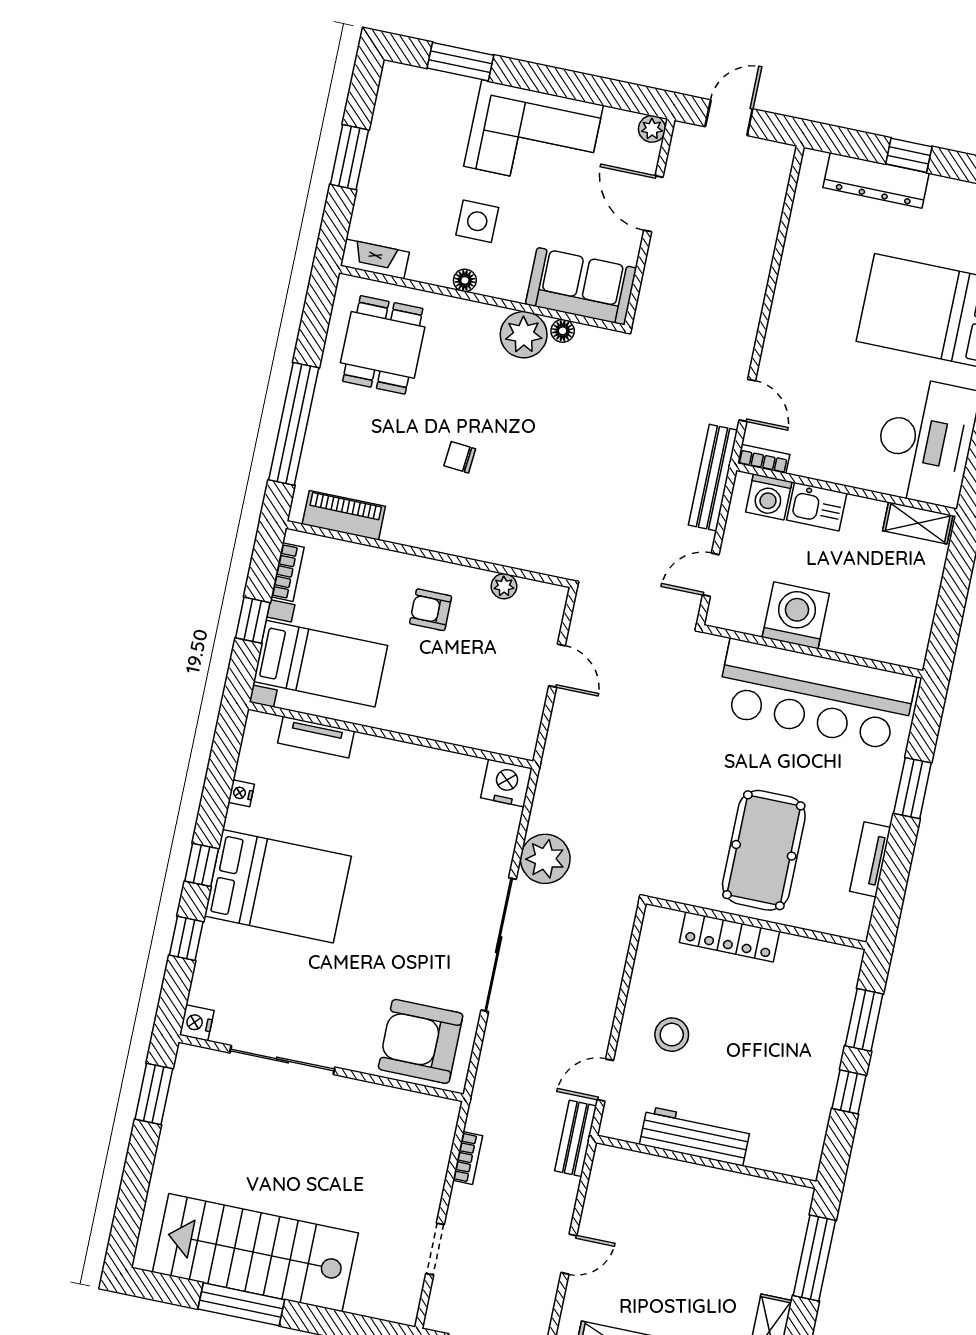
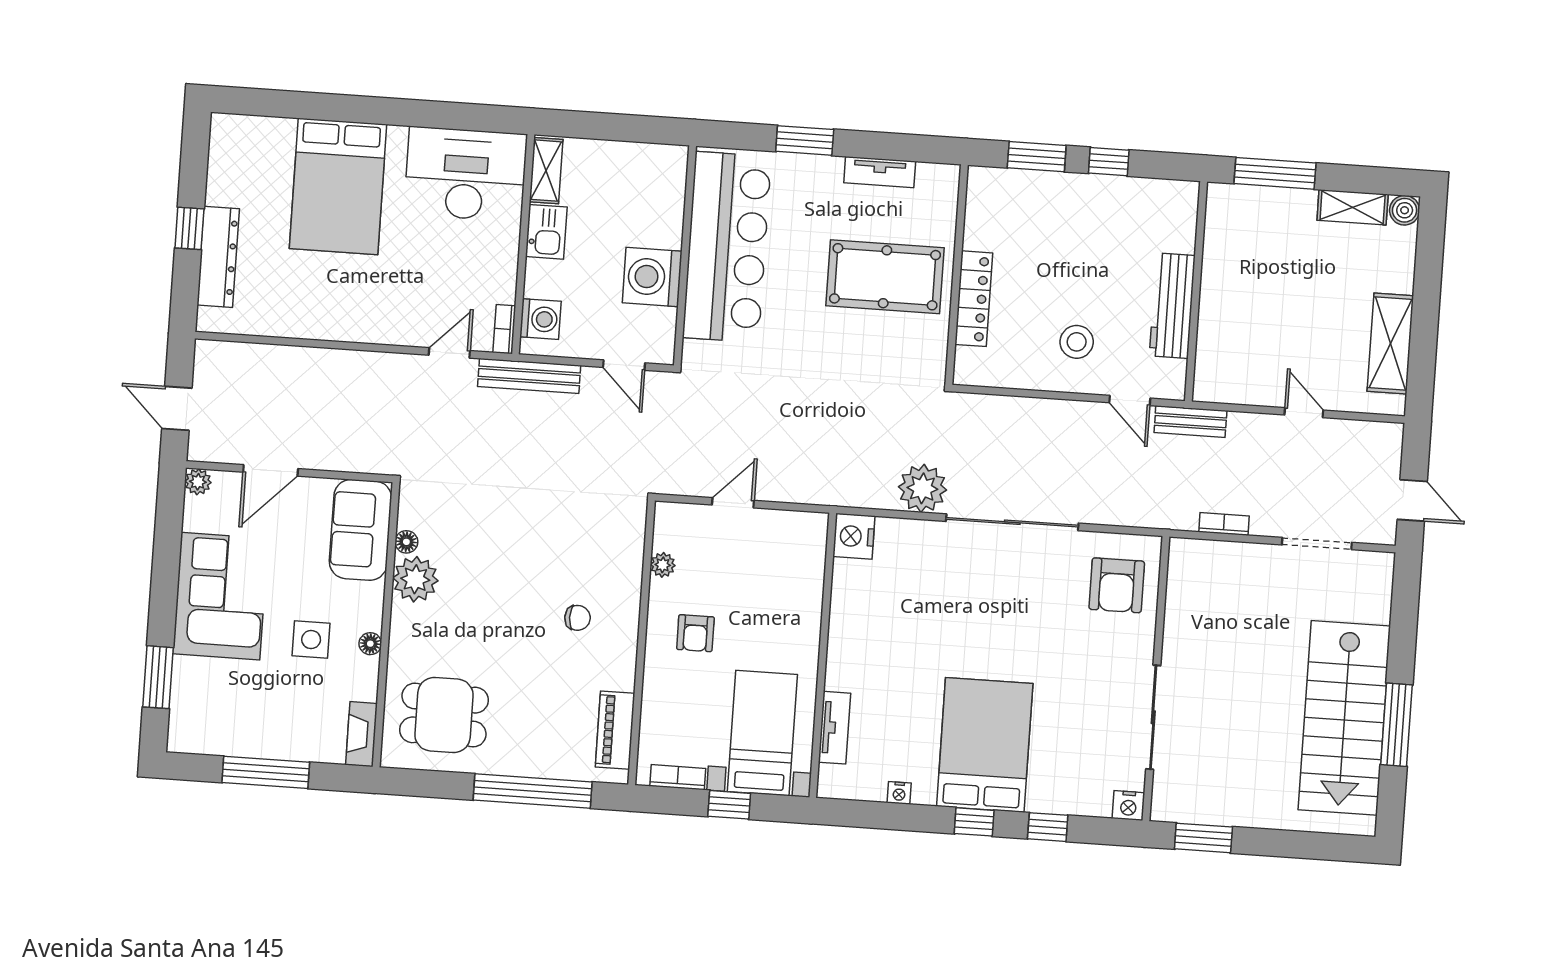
window: (349, 157) -> (266, 772), width x1.44
chair: (460, 457) -> (578, 618), moved, turned -95
kitchen sink: (817, 507) -> (546, 232), moved
armchair: (421, 1041) -> (1117, 585), width x0.73, depth x0.73
doorway: (435, 1249) -> (1317, 544), width x1.38

